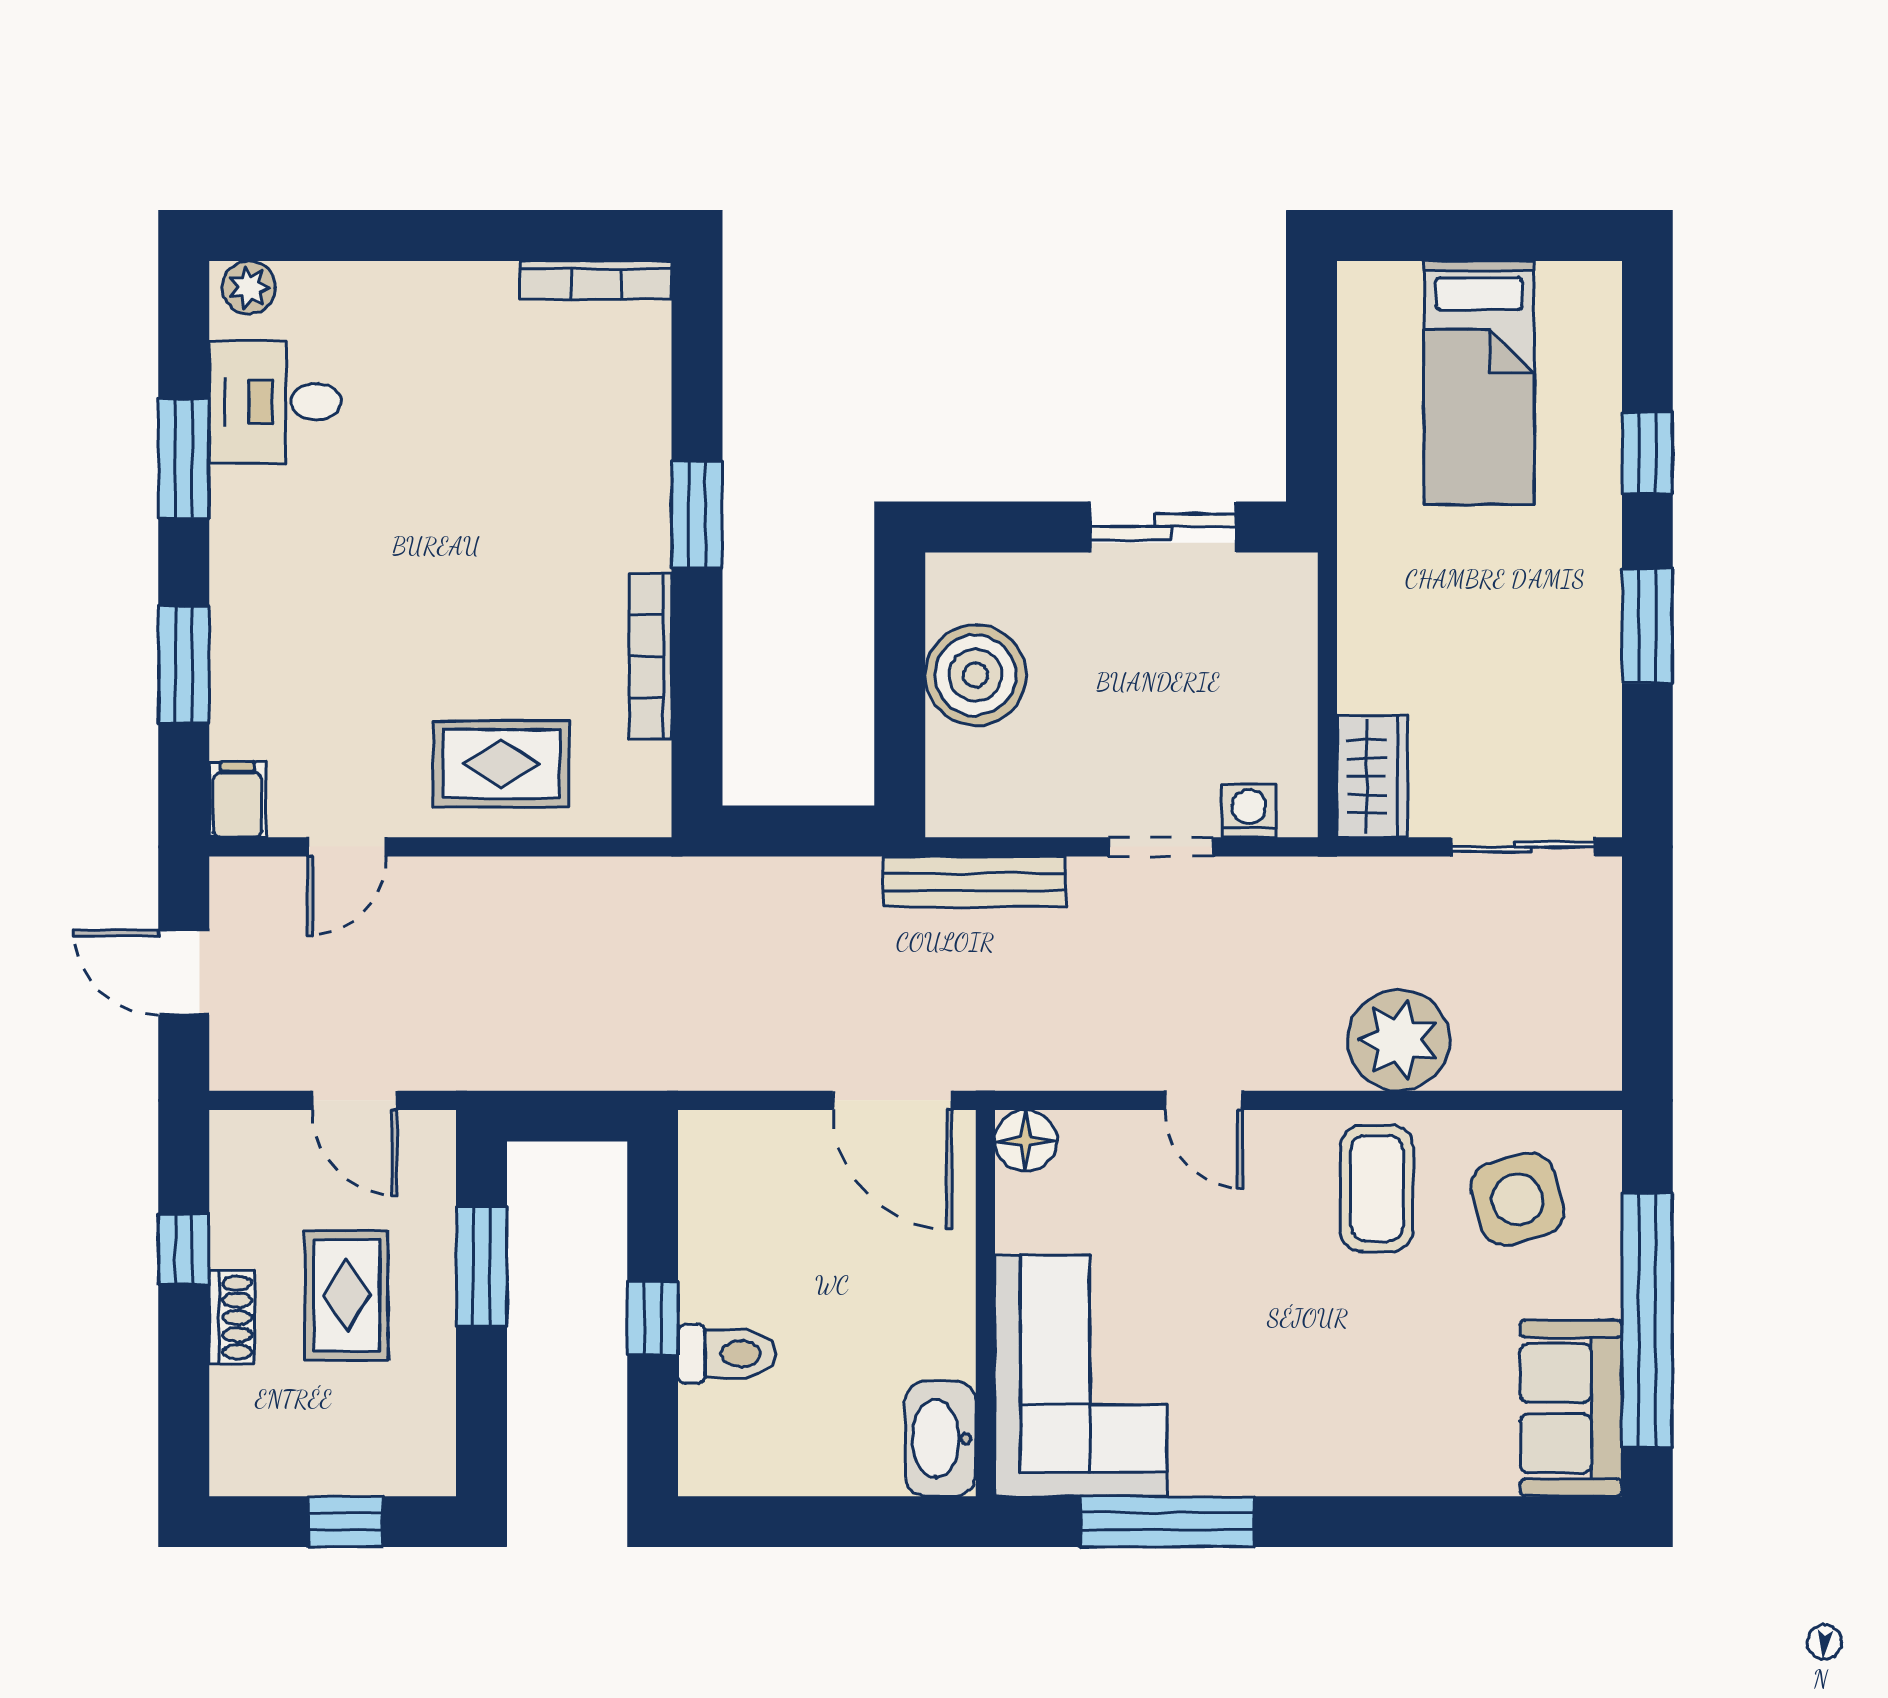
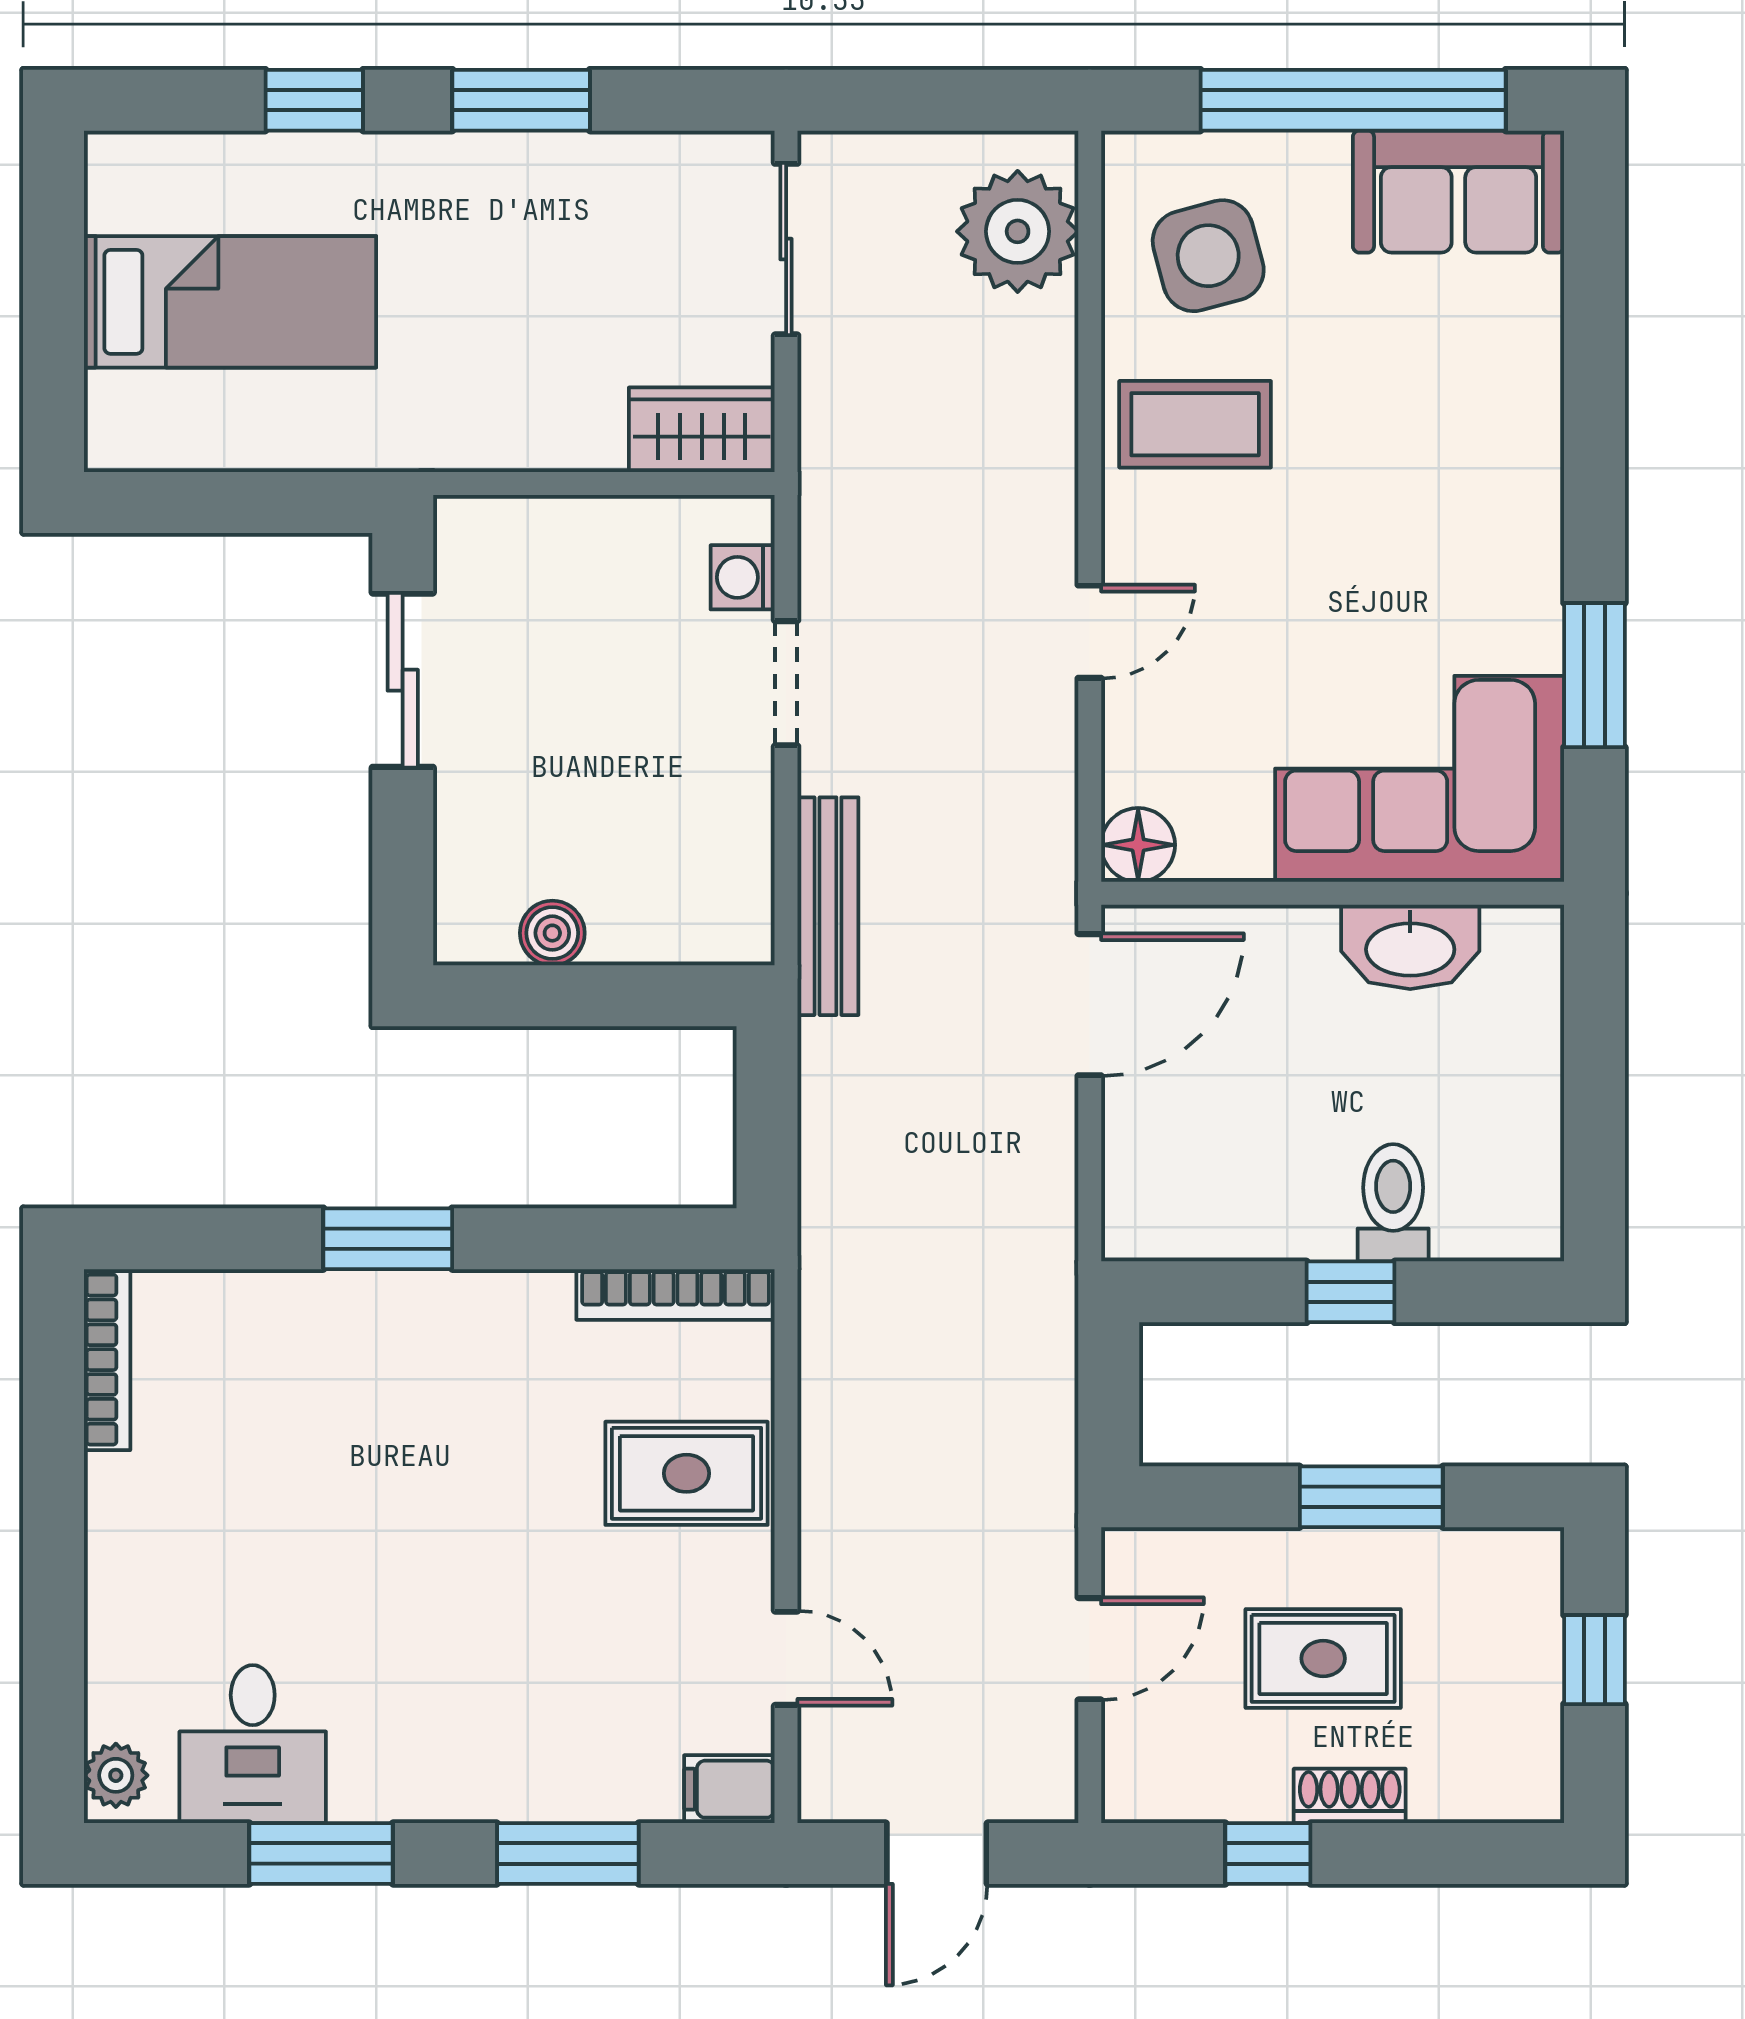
bookcase: (650, 656) -> (675, 1294), moved
boiler: (975, 675) -> (552, 933), width x0.54, depth x0.54
rug: (501, 764) -> (686, 1473), turned 90
plant: (1399, 1040) -> (1018, 231), moved
window: (482, 1267) -> (1371, 1497), moved
washbasin: (940, 1439) -> (1410, 947), moved
window: (1167, 1522) -> (1594, 675), width x0.69

